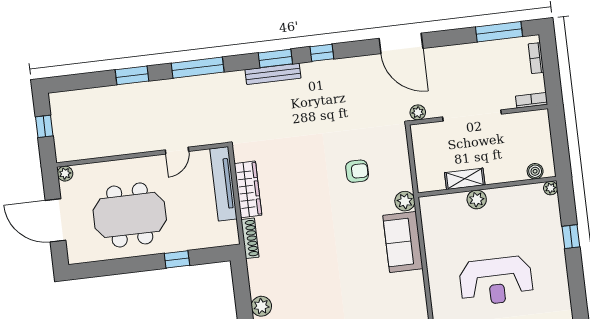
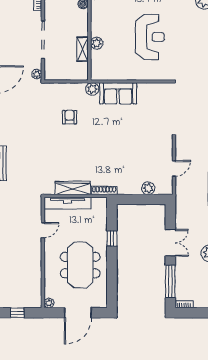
door: (177, 151) -> (43, 230), hinge flipped

